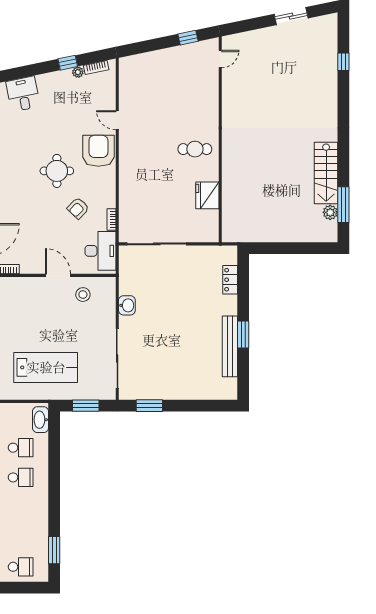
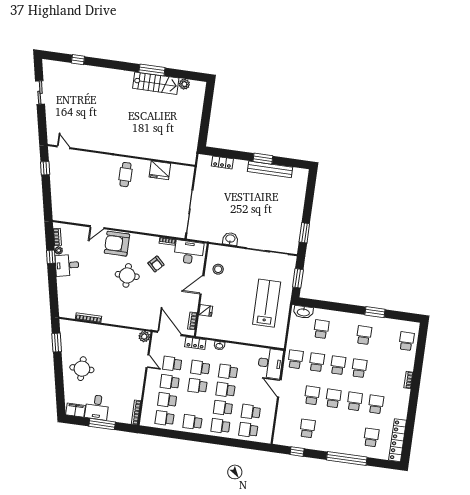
desk: (23, 94) -> (67, 265), moved
window: (343, 205) -> (152, 70), moved
fridge: (24, 285) -> (206, 310), added
school desk: (21, 477) -> (364, 335), moved
window: (54, 550) -> (375, 312), moved

